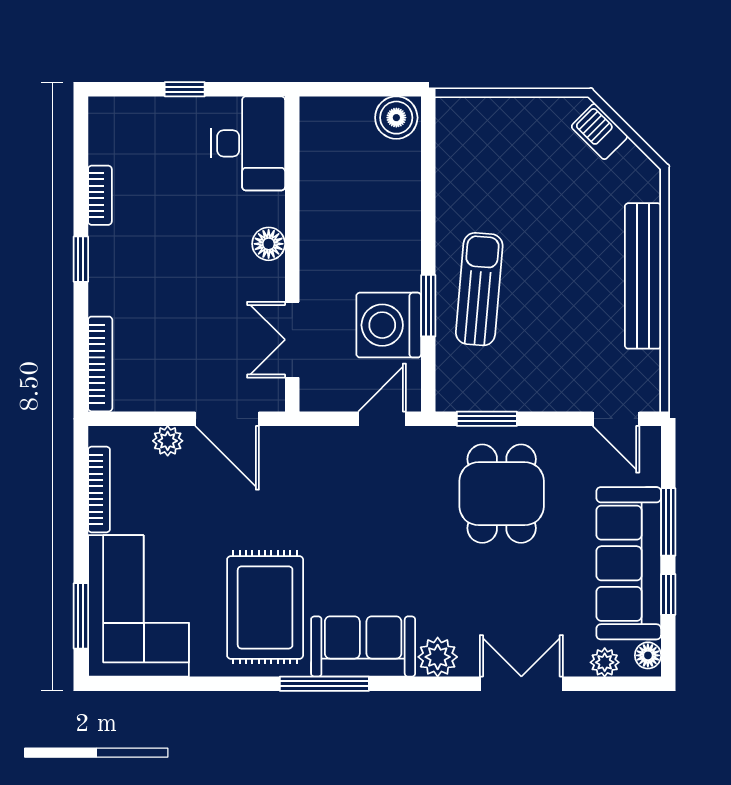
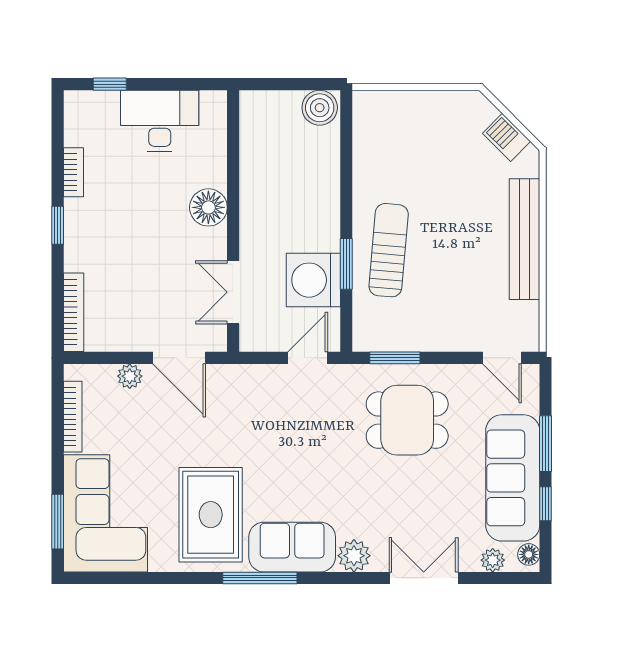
window: (185, 89) -> (110, 84), moved
barbecue: (599, 132) -> (507, 137), moved
desk: (248, 143) -> (160, 121), moved, turned -90
floor lamp: (269, 244) -> (208, 207), width x1.38, depth x1.38
dining table: (502, 494) -> (407, 420), turned 90

